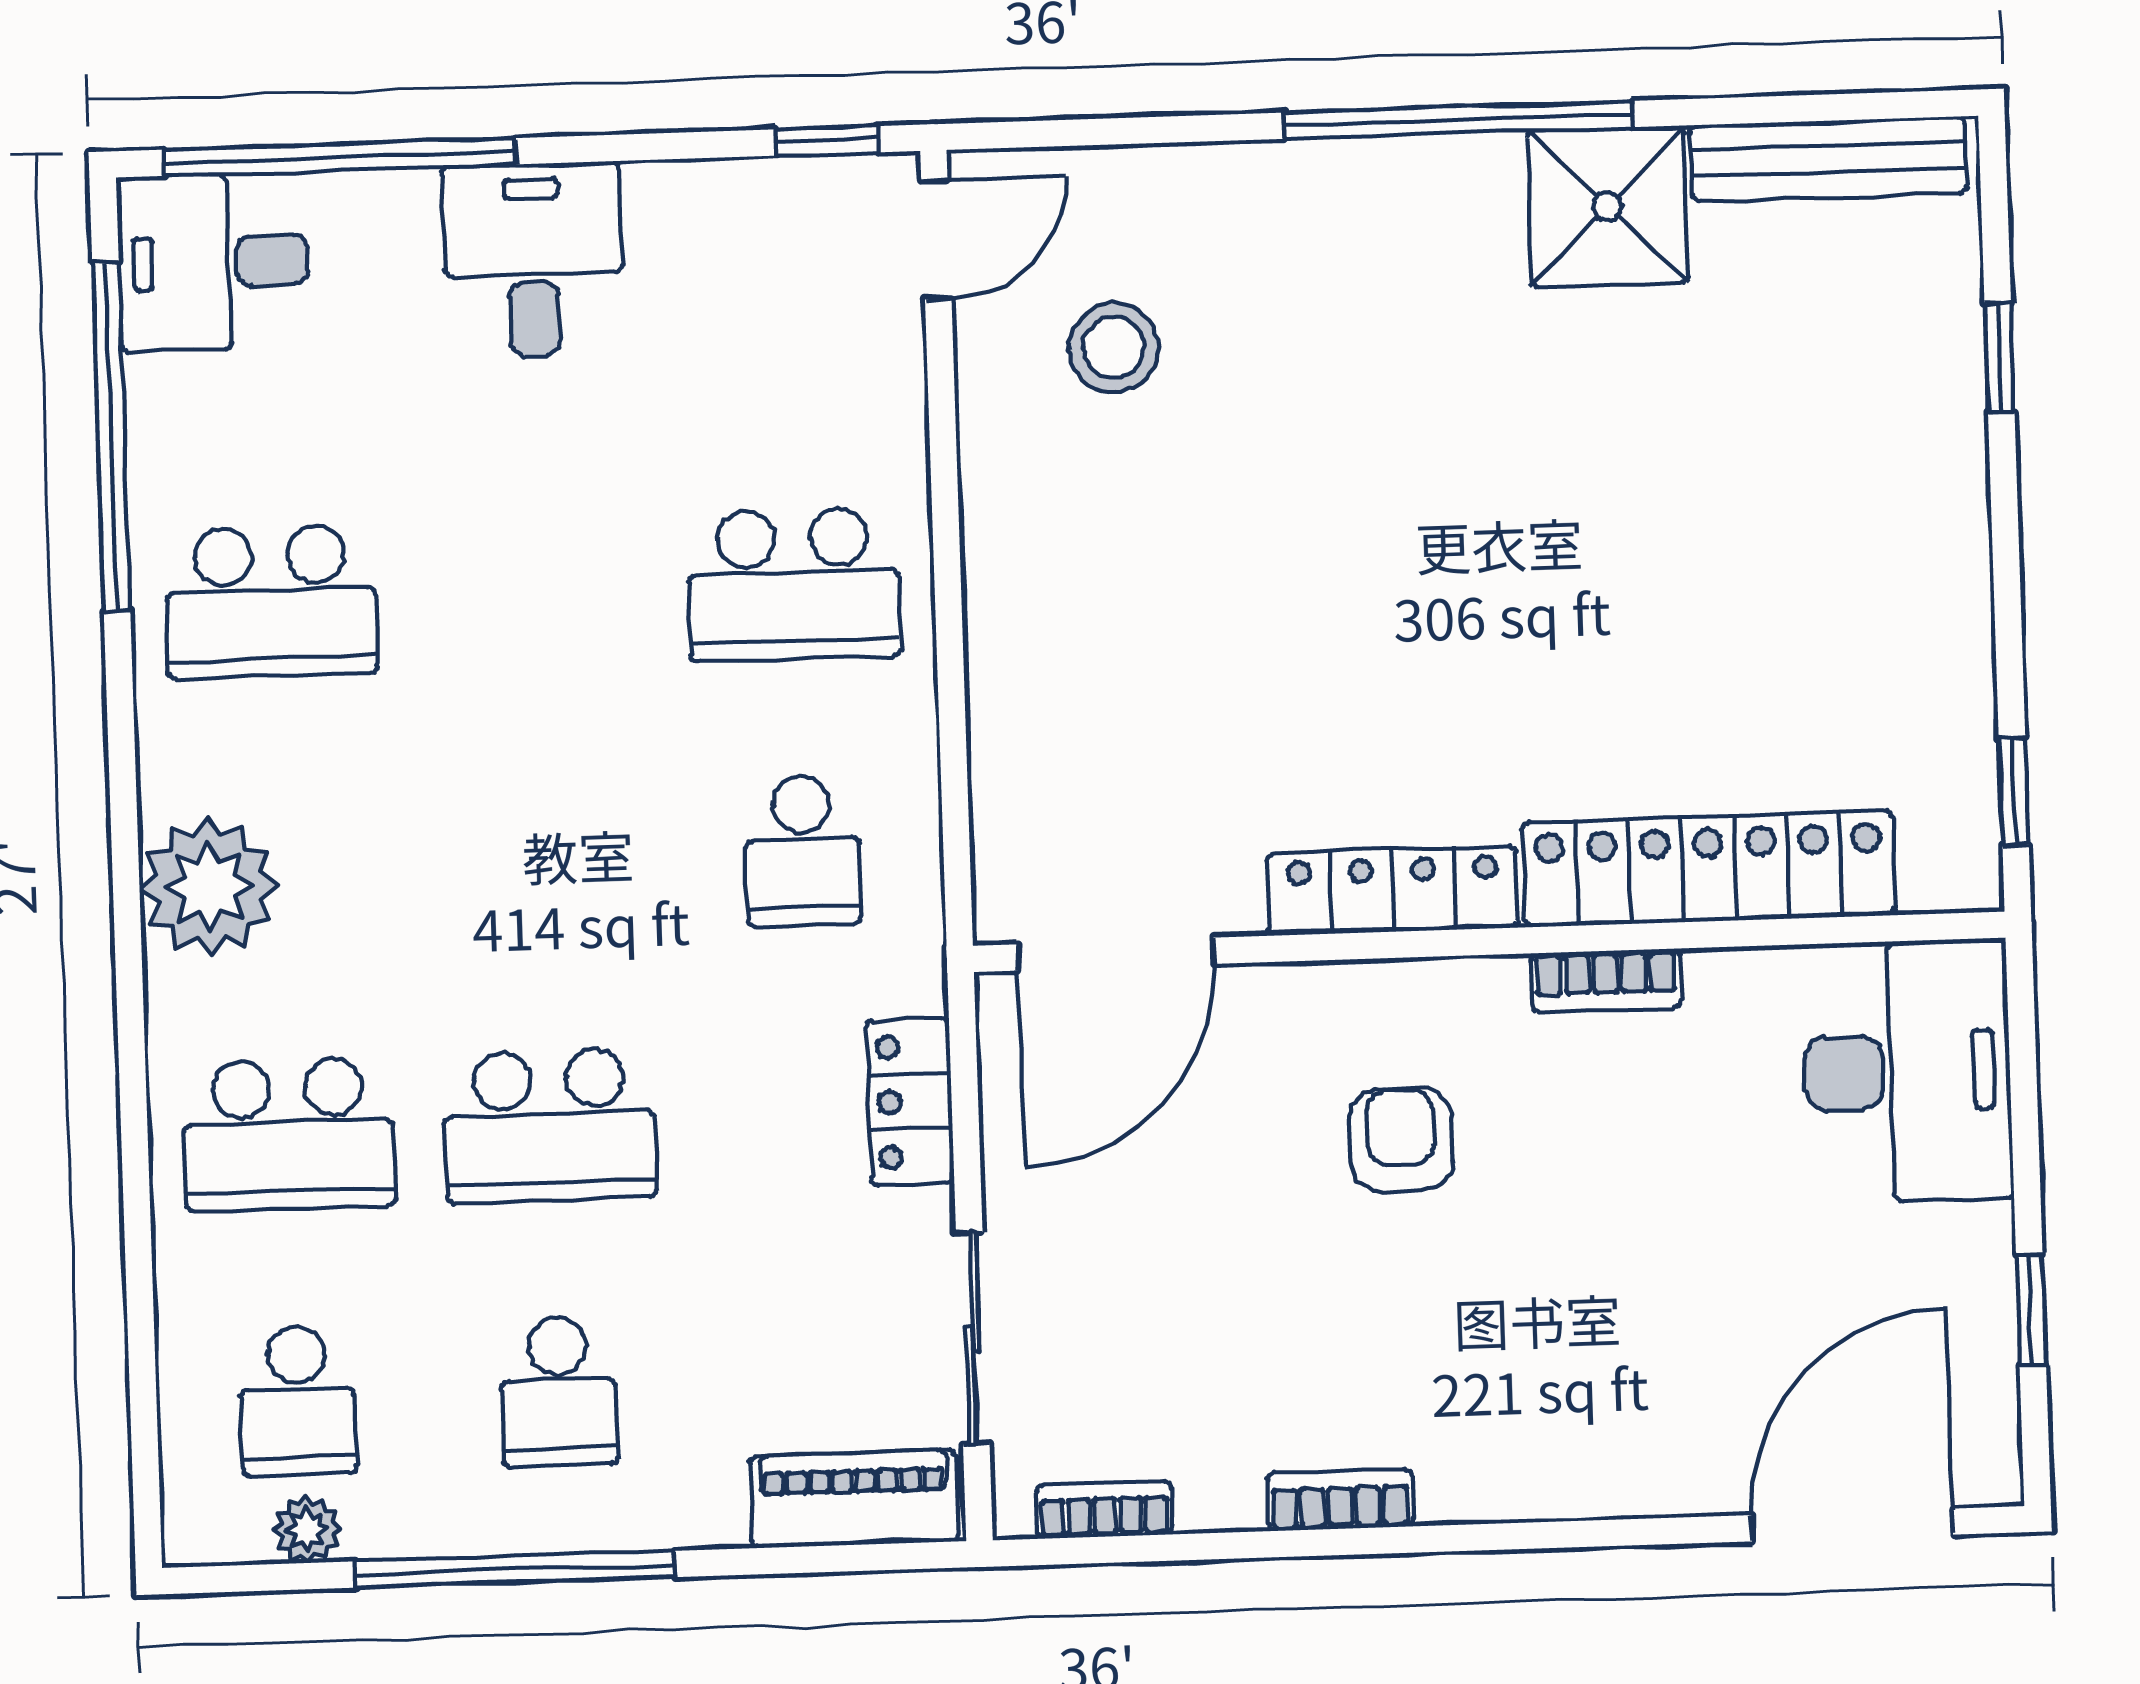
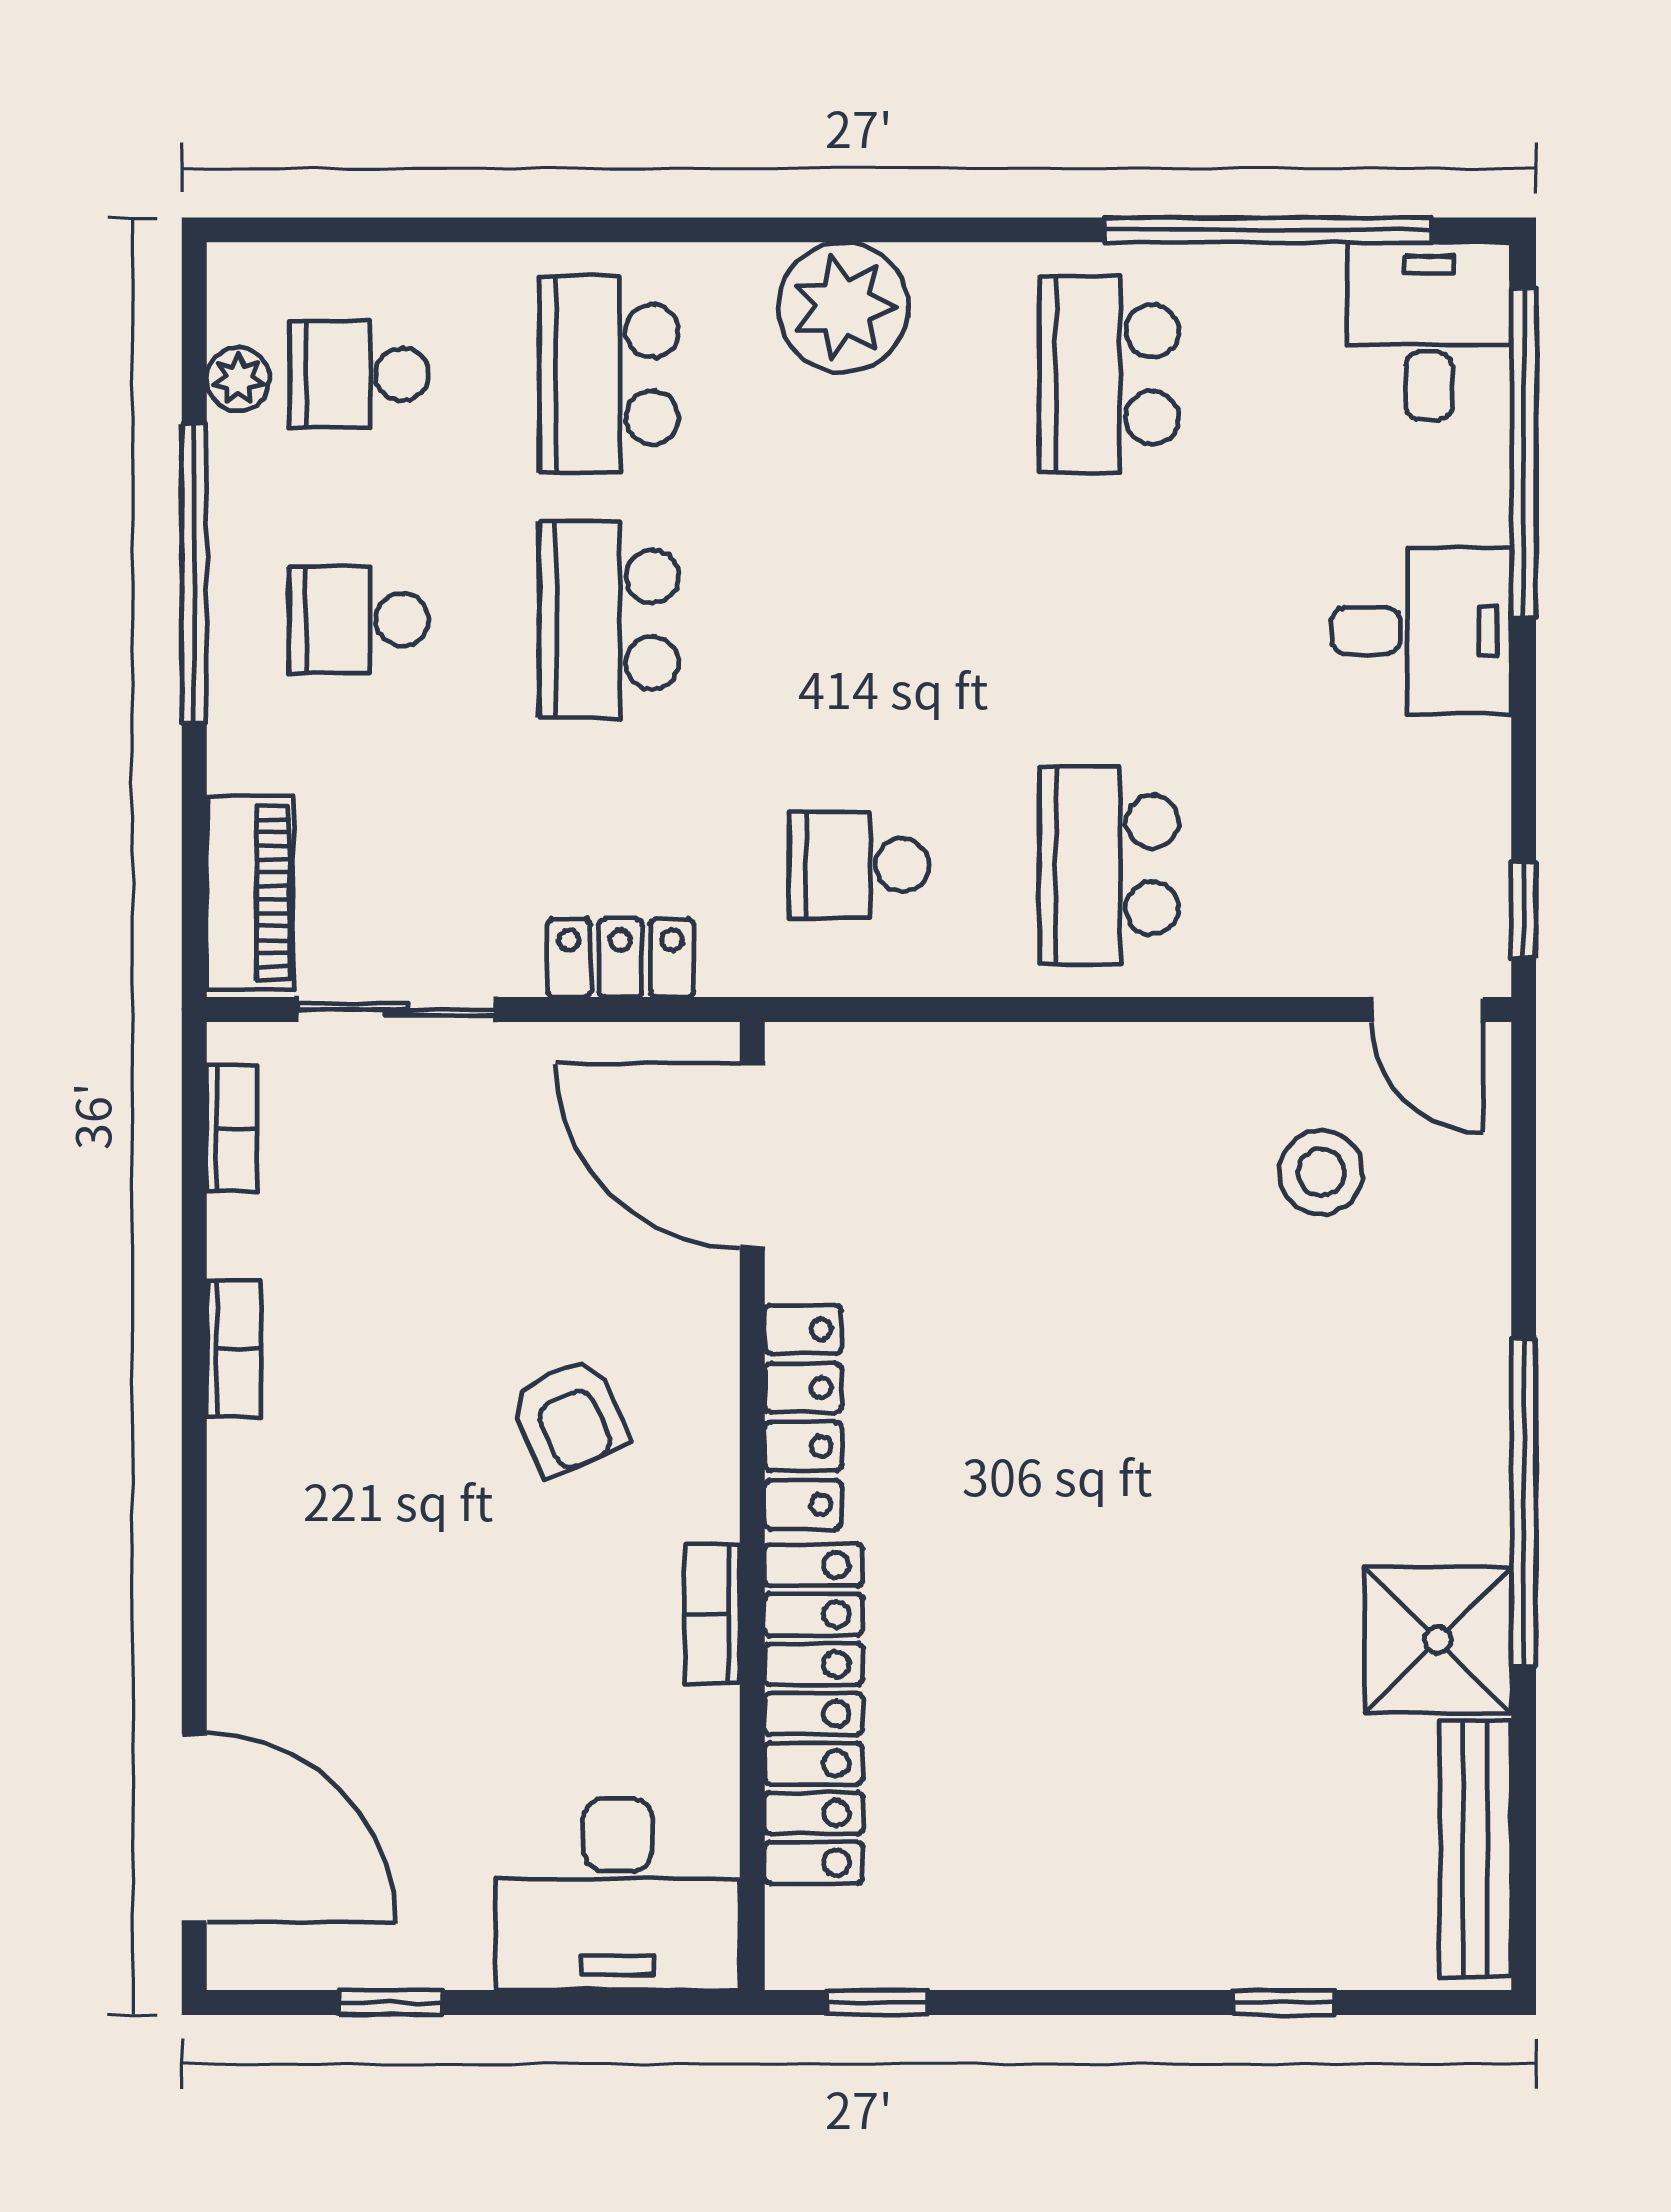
armchair: (1401, 1140) -> (569, 1417), turned 66

